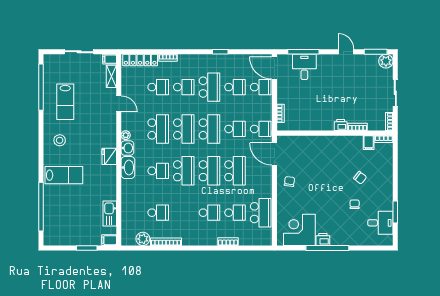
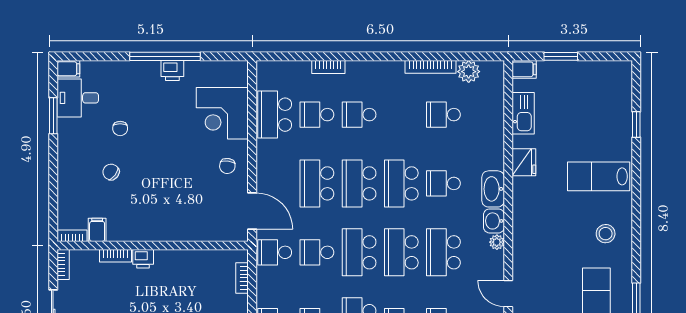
fridge: (109, 156) -> (524, 162), moved
window: (41, 207) -> (636, 125), width x0.32
corner desk: (299, 230) -> (222, 113), moved, turned 90
filing cabinet: (386, 241) -> (68, 69), added

